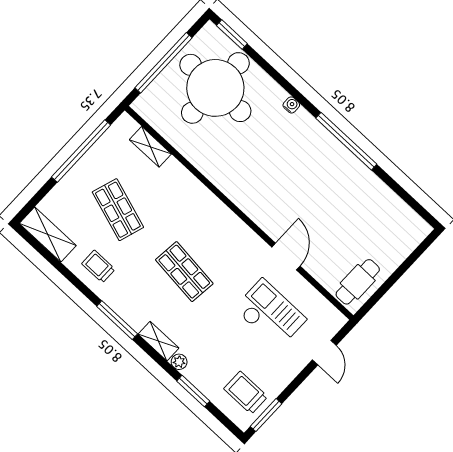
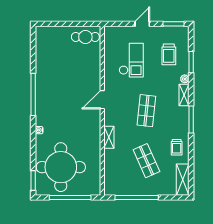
shelving: (150, 147) -> (109, 137), moved
shop shelf: (118, 210) -> (146, 161), turned -42
door: (286, 257) -> (102, 100), moved
checkout: (270, 314) -> (131, 60), turned 180
door: (324, 353) -> (142, 24), moved
trolley: (246, 393) -> (169, 54), moved

